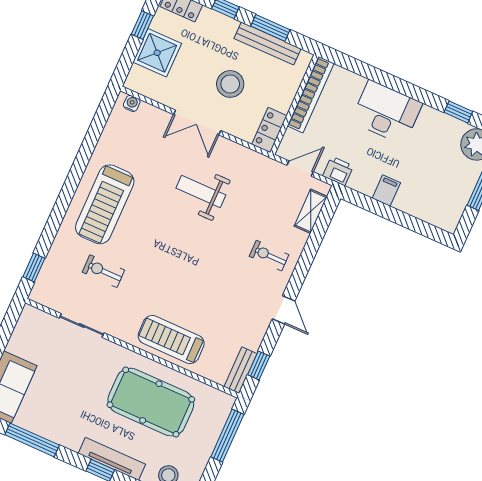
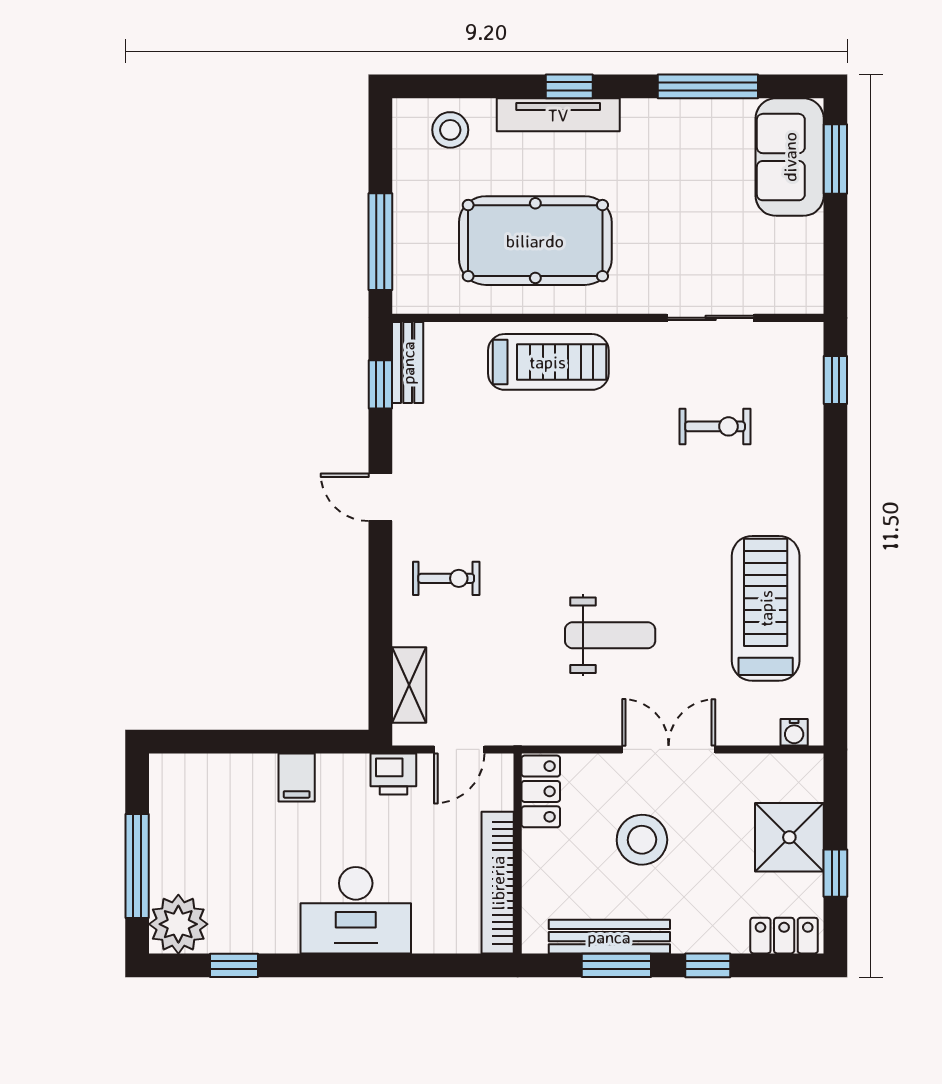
treadmill: (105, 204) -> (766, 608), moved

